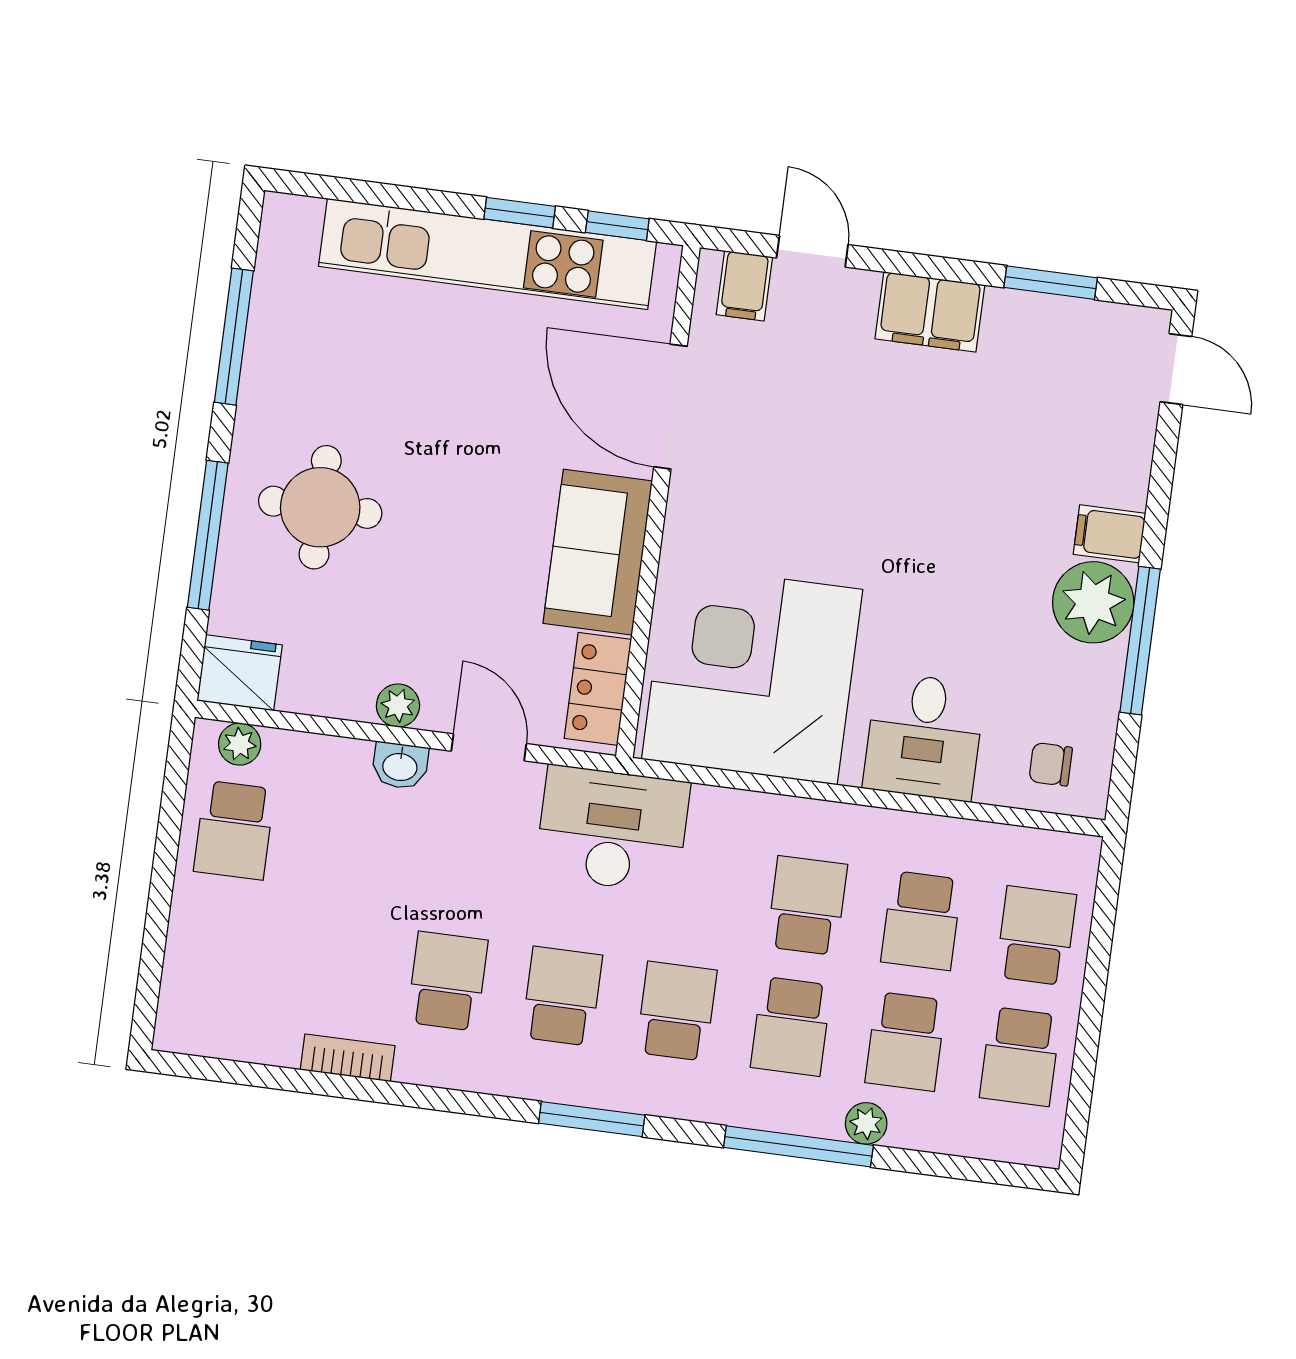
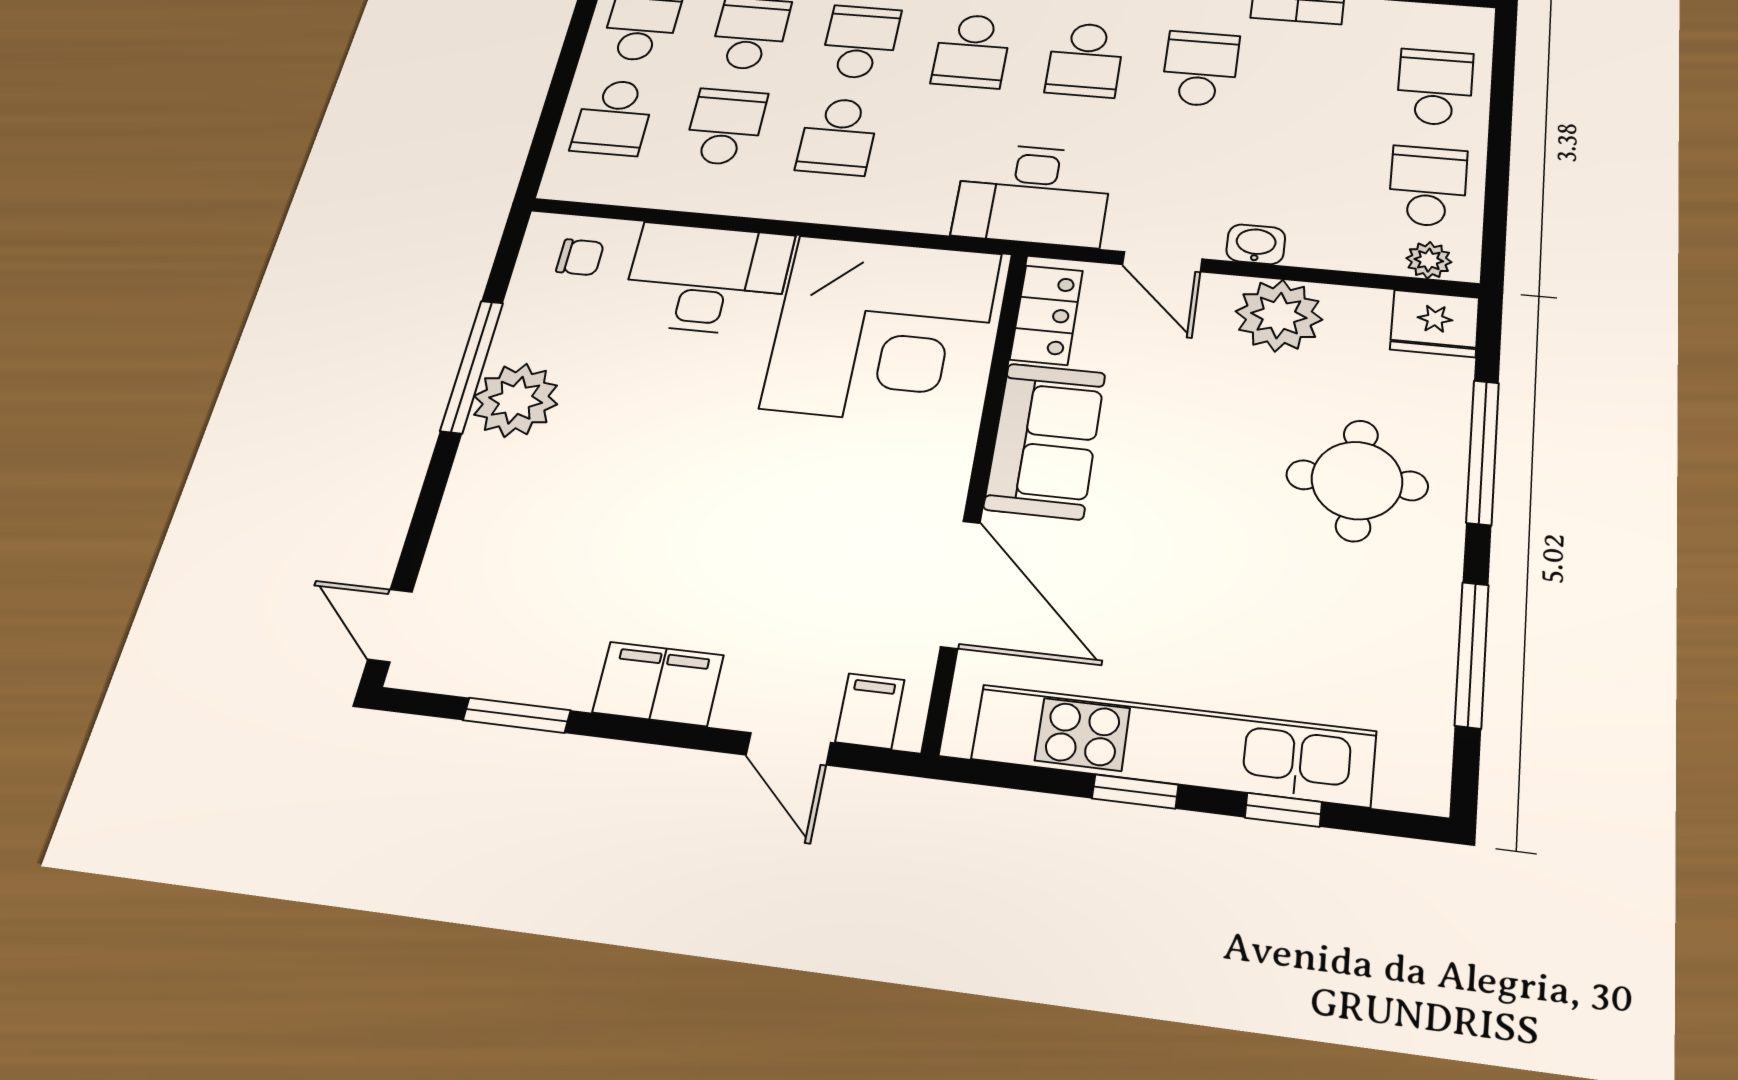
window: (617, 226) -> (1283, 810), moved
filing cabinet: (1110, 534) -> (489, 464), removed
plant: (398, 705) -> (1279, 315), width x1.87, depth x1.87
desk: (924, 737) -> (707, 279), width x1.37
school desk: (218, 951) -> (1435, 87), added
school desk: (447, 981) -> (1200, 69), turned 180

